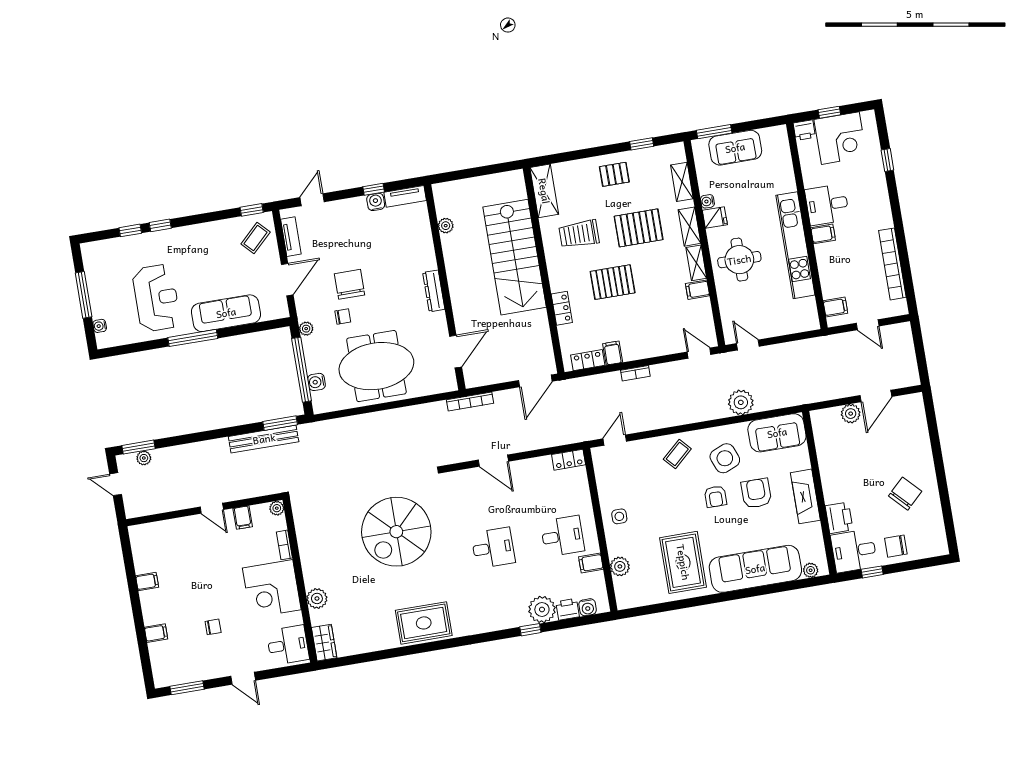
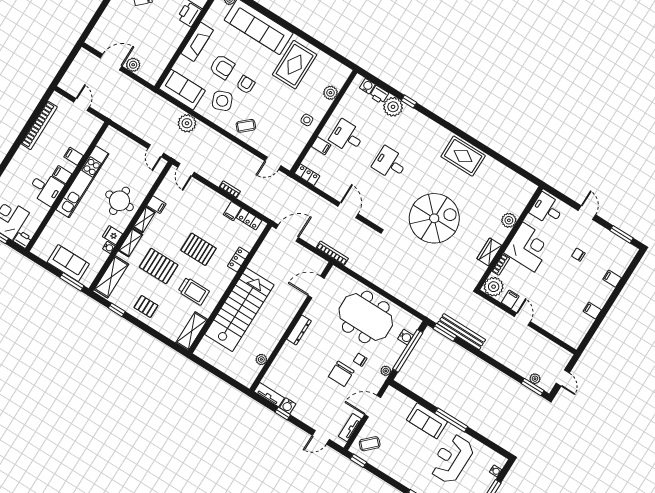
shelving: (682, 182) -> (111, 277), width x1.50, depth x1.33
filing cabinet: (835, 307) -> (74, 156), moved
sofa: (226, 313) -> (427, 421), width x0.73
armchair: (756, 493) -> (222, 67), turned -90
plant: (277, 508) -> (494, 287), width x1.88, depth x1.88
filing cabinet: (591, 563) -> (321, 146), moved
wardrobe: (324, 643) -> (489, 252), moved

